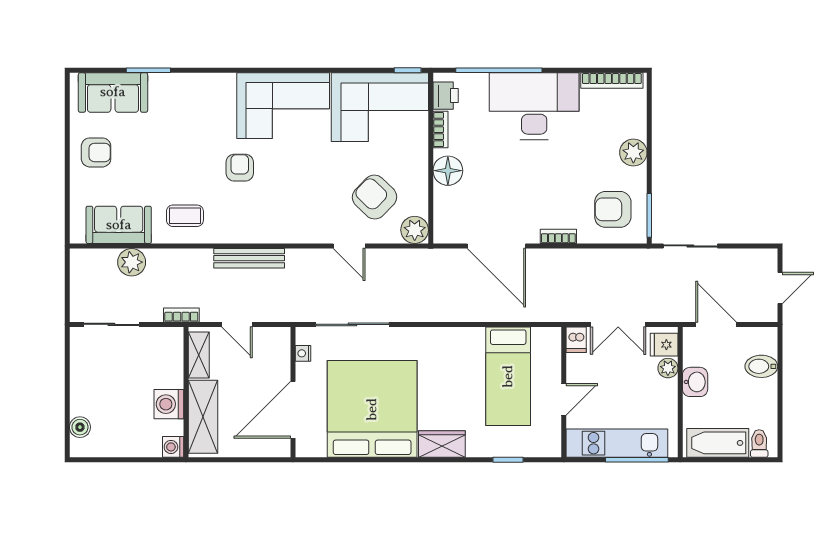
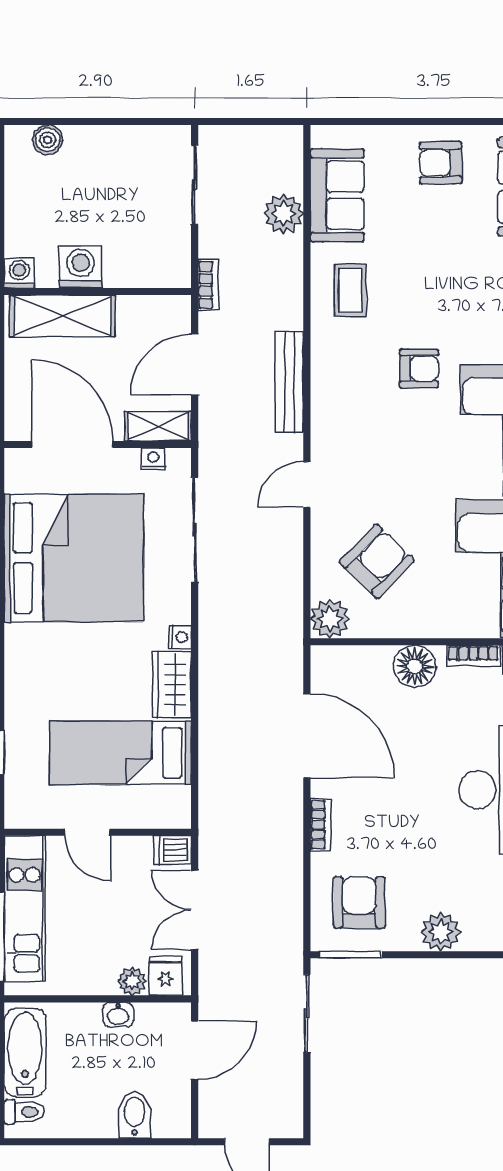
armchair: (96, 152) -> (441, 163), turned 89
door: (349, 246) -> (307, 485), moved
door: (496, 246) -> (307, 736), swing flipped
door: (237, 324) -> (195, 365), width x1.38
nightstand: (427, 335) -> (180, 637), added
shelving: (199, 355) -> (158, 426), moved
washbasin: (695, 382) -> (118, 1015), width x0.72, depth x0.69
wardrobe: (442, 444) -> (172, 685), moved, turned 180

